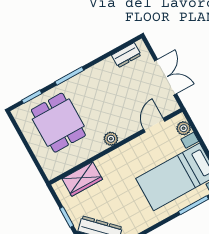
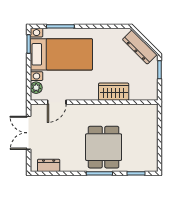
dining table: (58, 123) -> (104, 147), moved
plant: (111, 139) -> (94, 110), removed
wardrobe: (82, 179) -> (114, 92), moved

